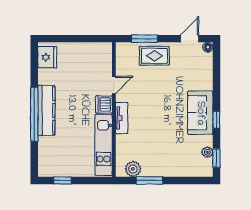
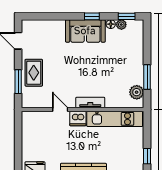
floor lamp: (208, 47) -> (111, 24), moved

